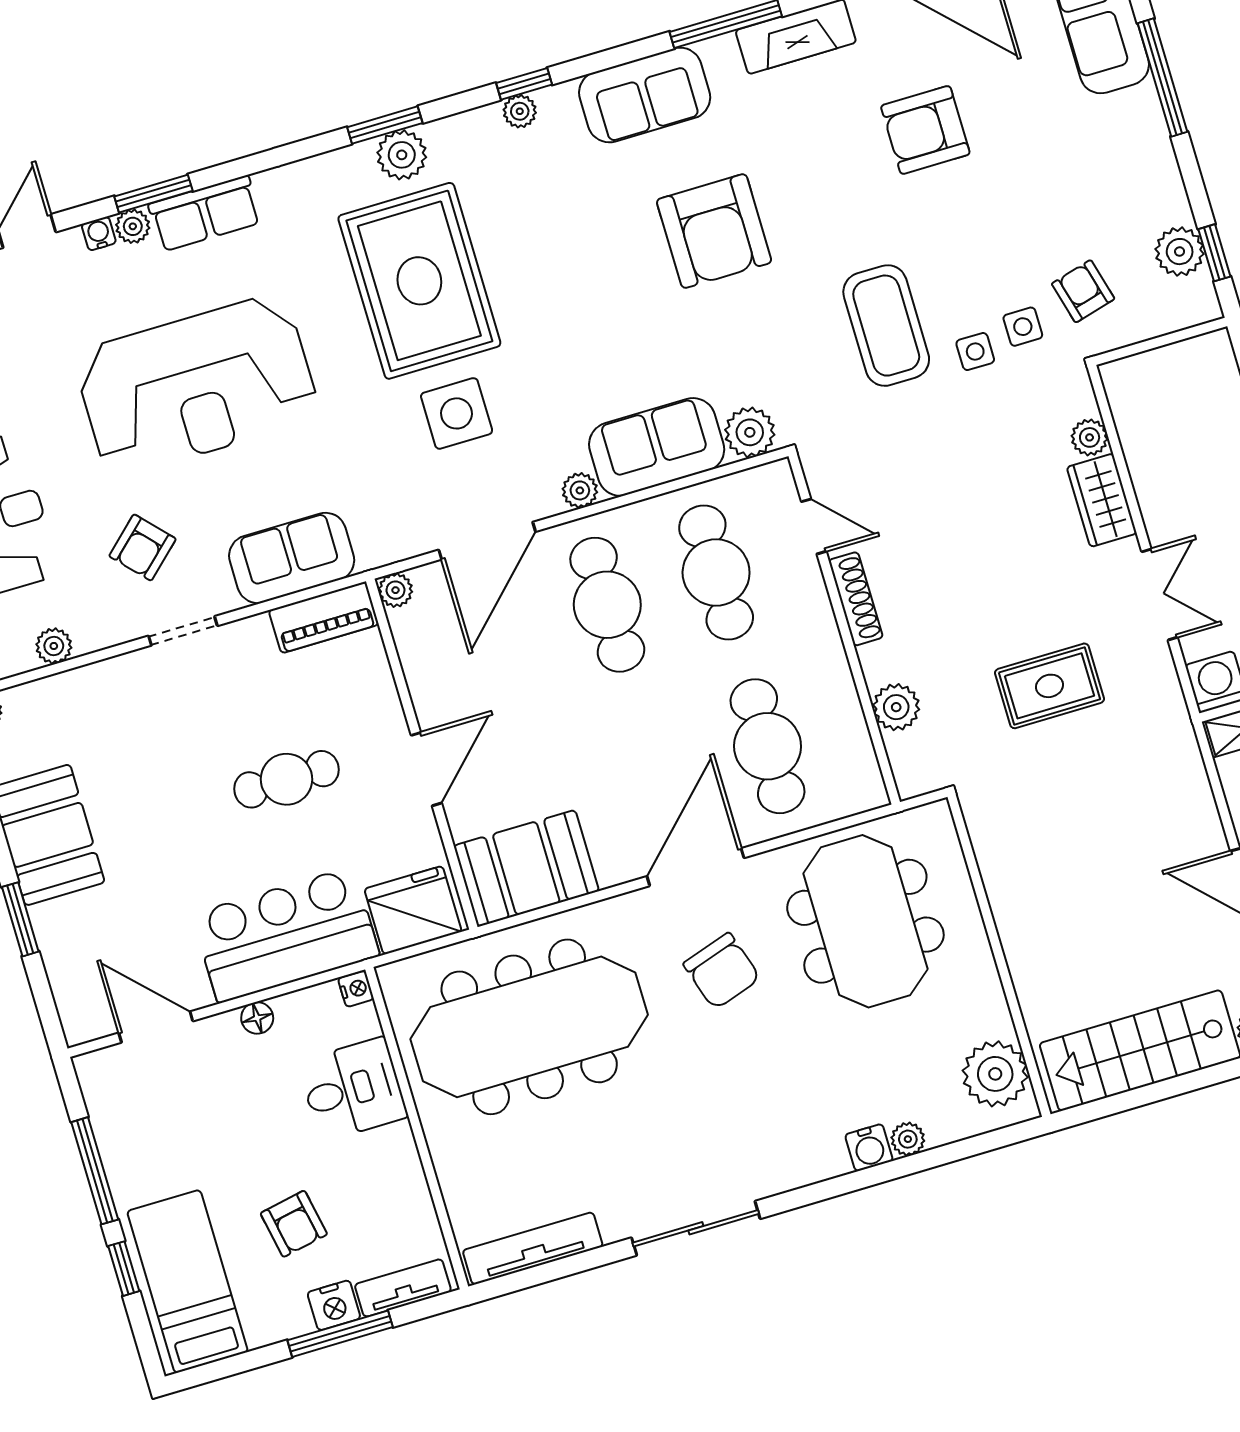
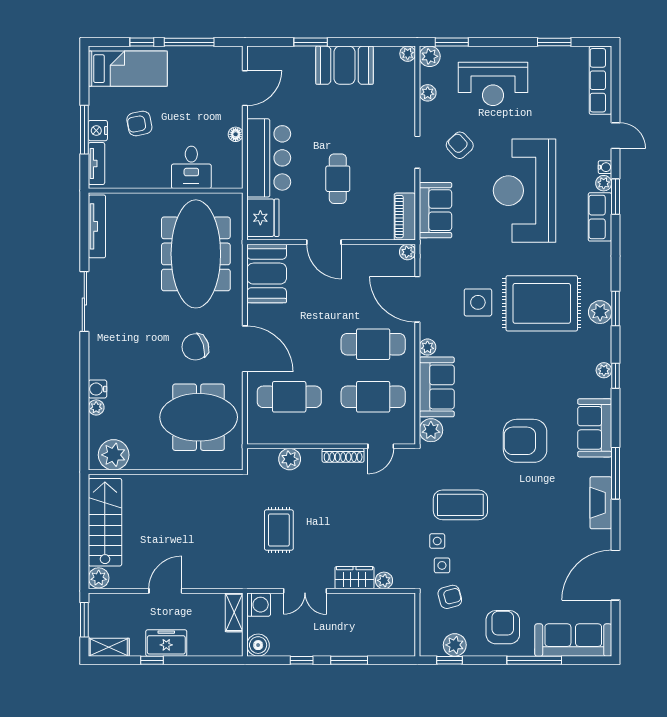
armchair: (925, 130) -> (503, 627), moved
nightstand: (356, 989) -> (236, 182), removed

